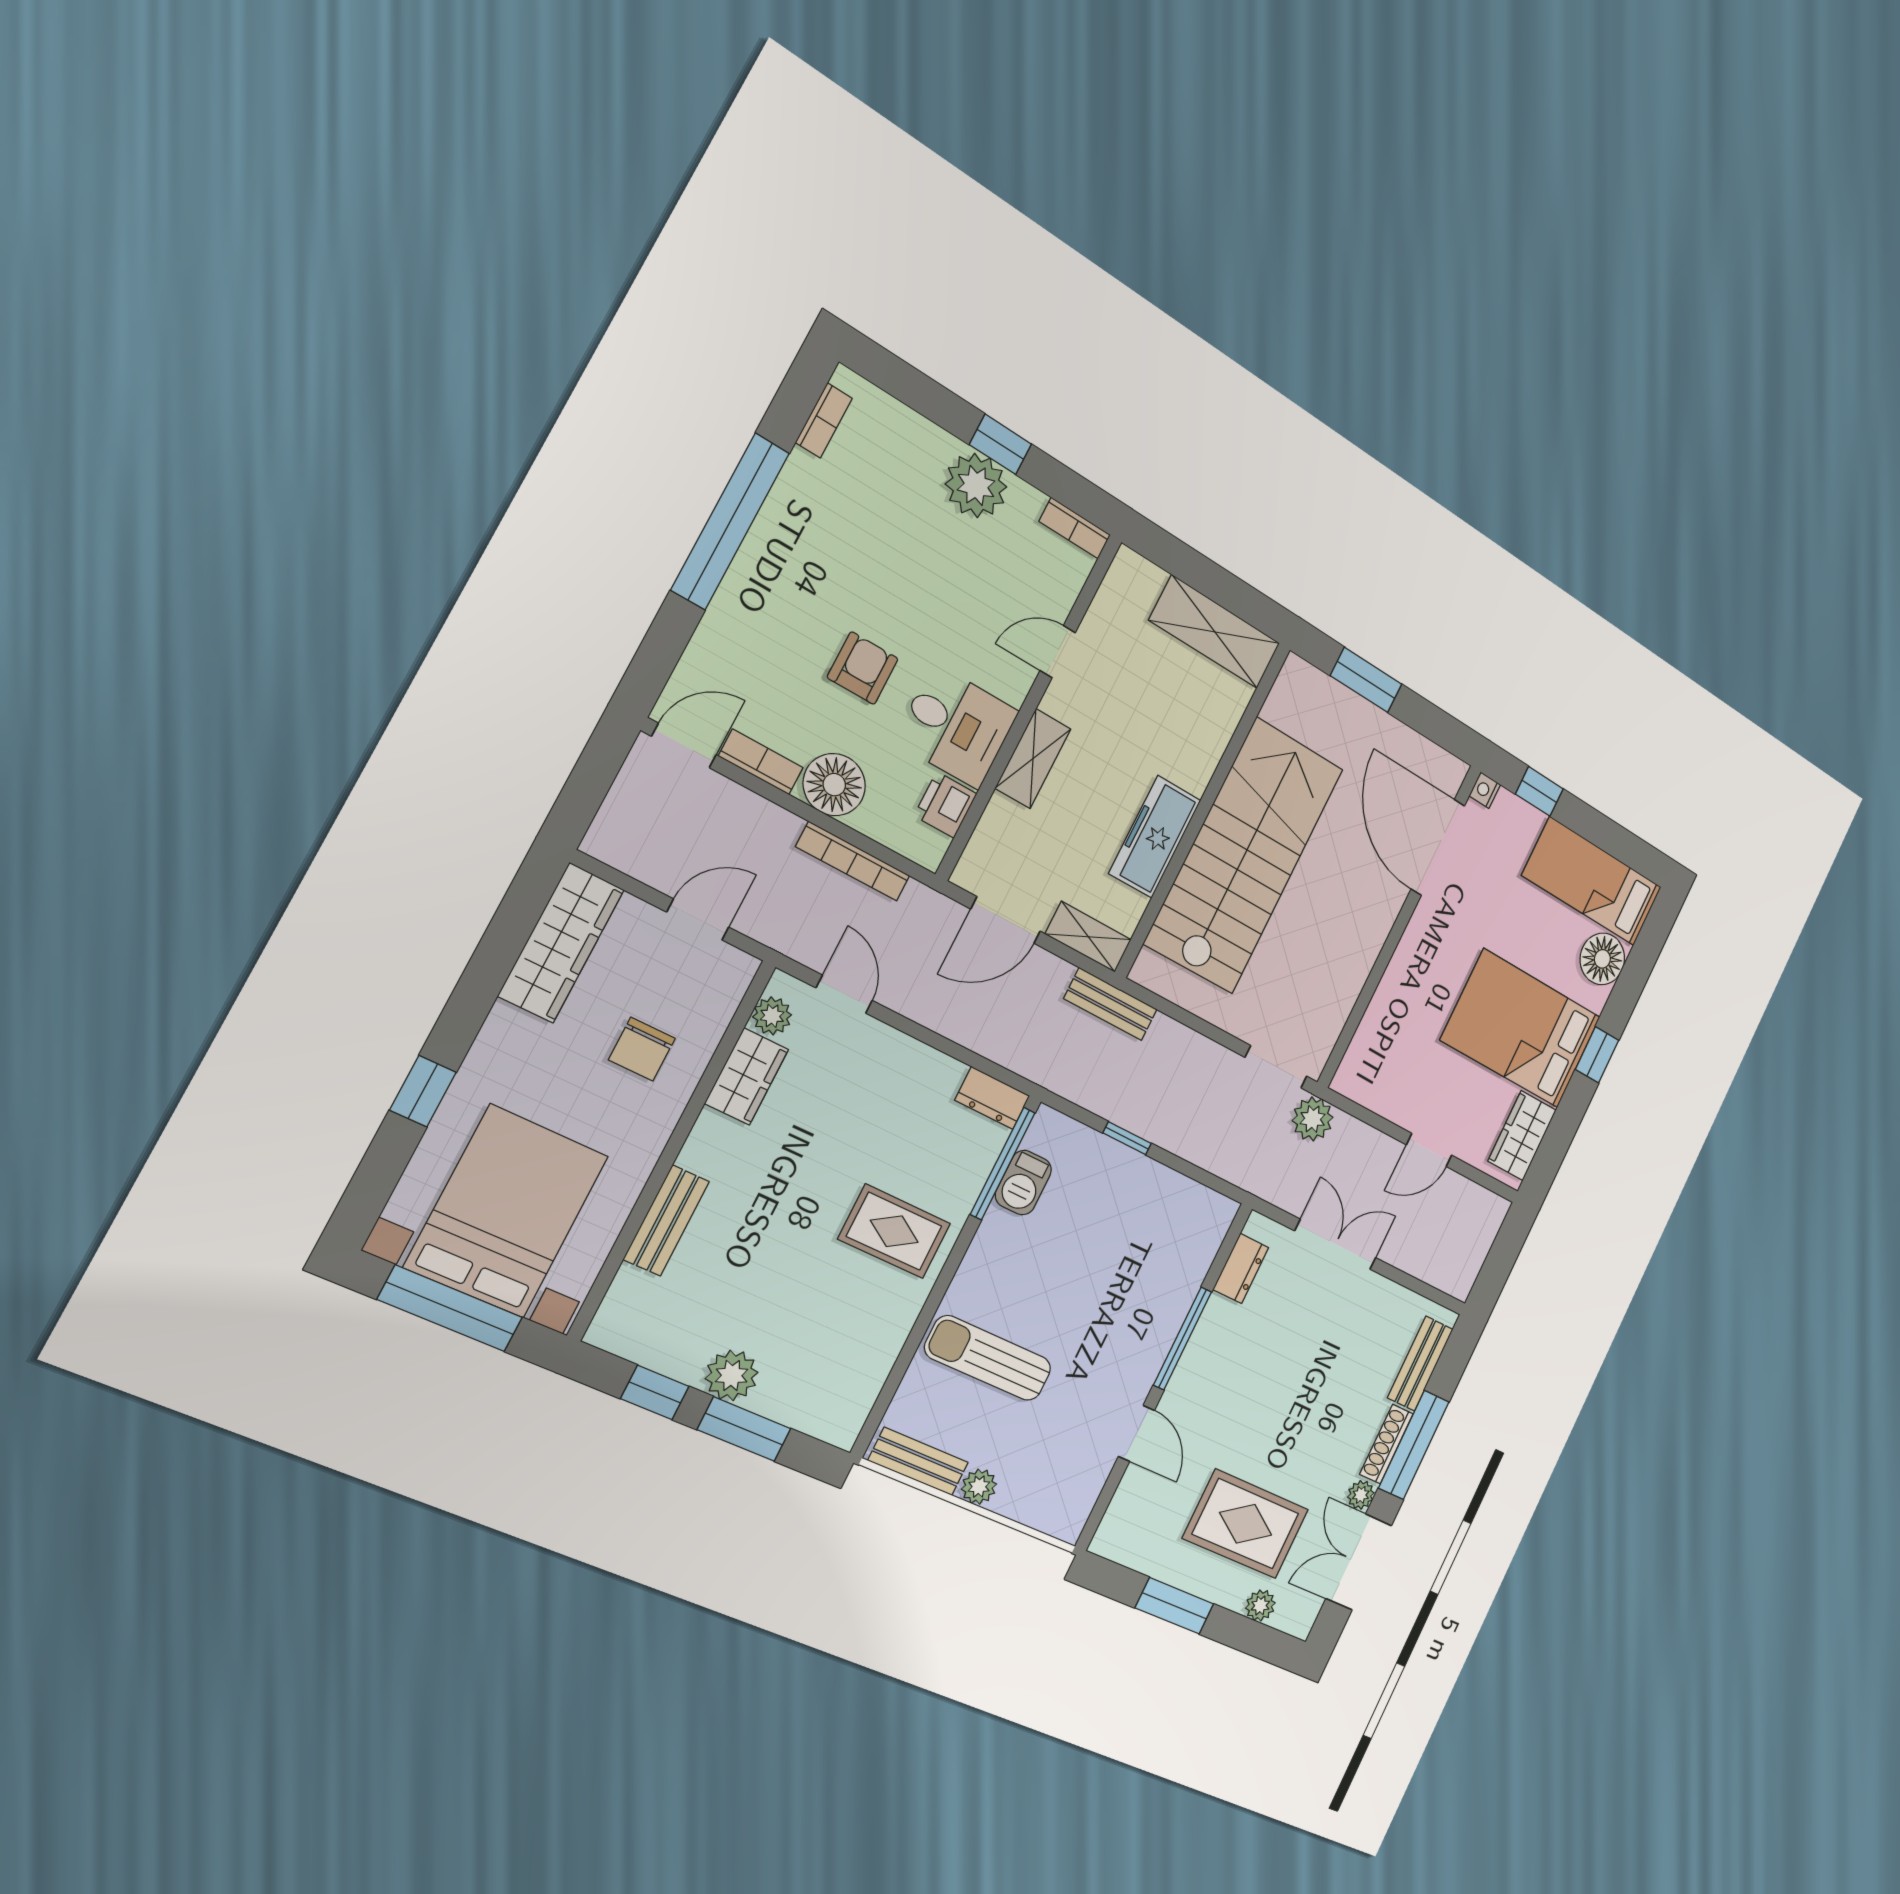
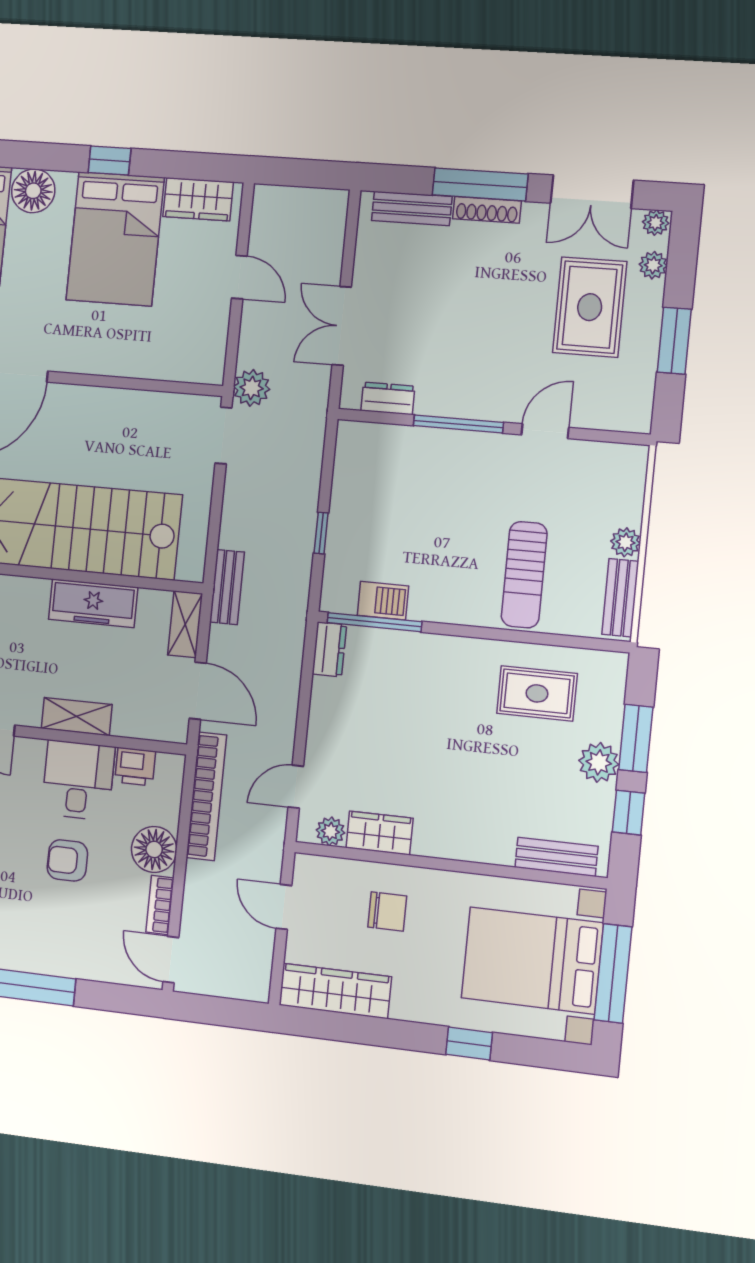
bookcase: (853, 861) -> (206, 796), width x1.48, depth x1.31
bench: (666, 1220) -> (556, 857), moved
rug: (894, 1231) -> (537, 693), moved, turned 90
plant: (1361, 1495) -> (656, 223), moved

